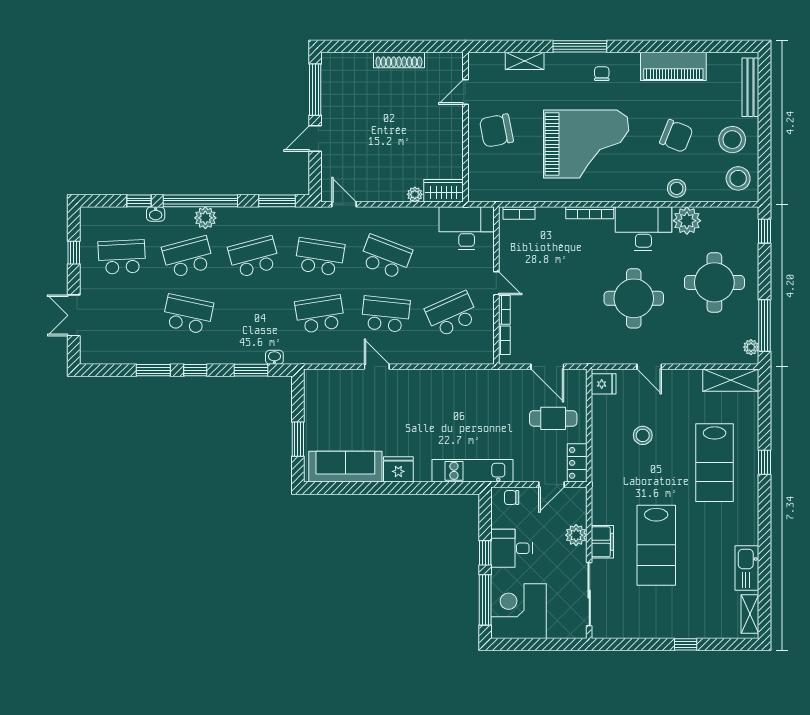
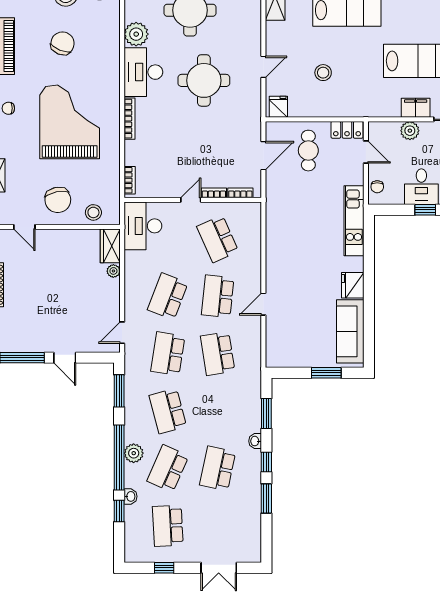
stool: (677, 188) -> (93, 212), moved
school desk: (188, 257) -> (168, 468), turned 39
washbasin: (274, 357) -> (255, 441), moved

